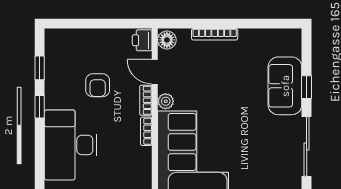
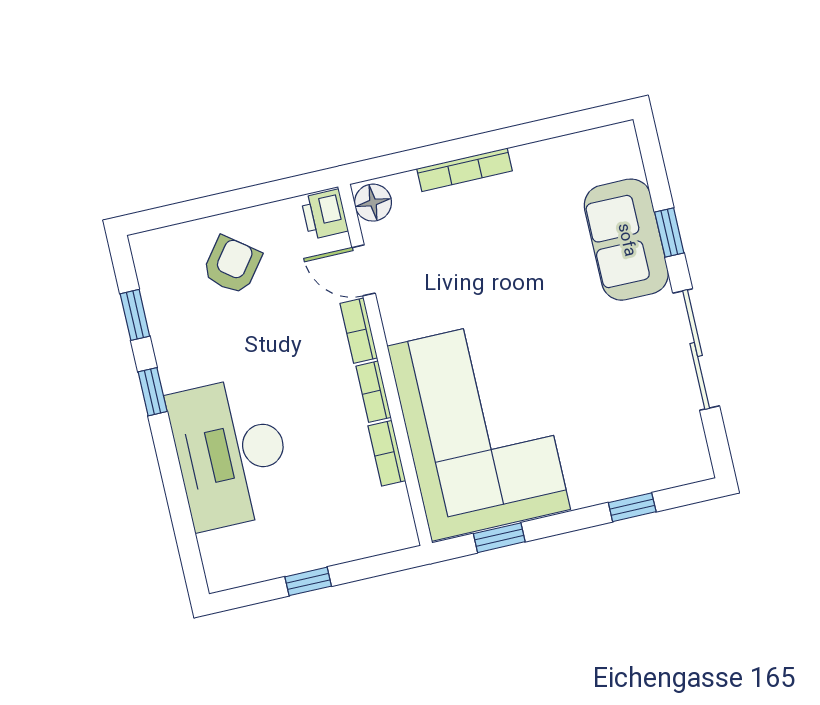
armchair: (98, 85) -> (232, 265), moved, turned -143
plant: (166, 101) -> (398, 324), removed
bookcase: (146, 162) -> (387, 453), added

